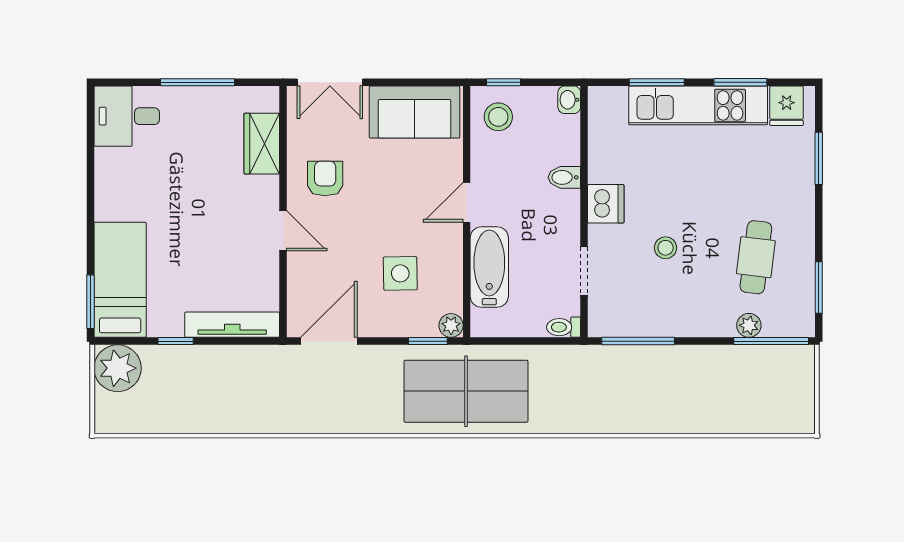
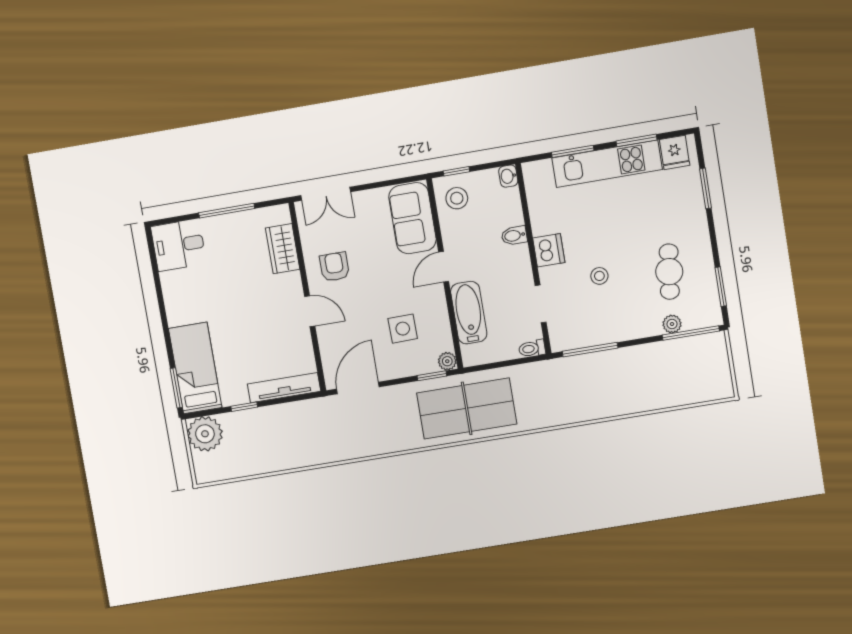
sofa: (415, 112) -> (412, 218), moved, turned 90

